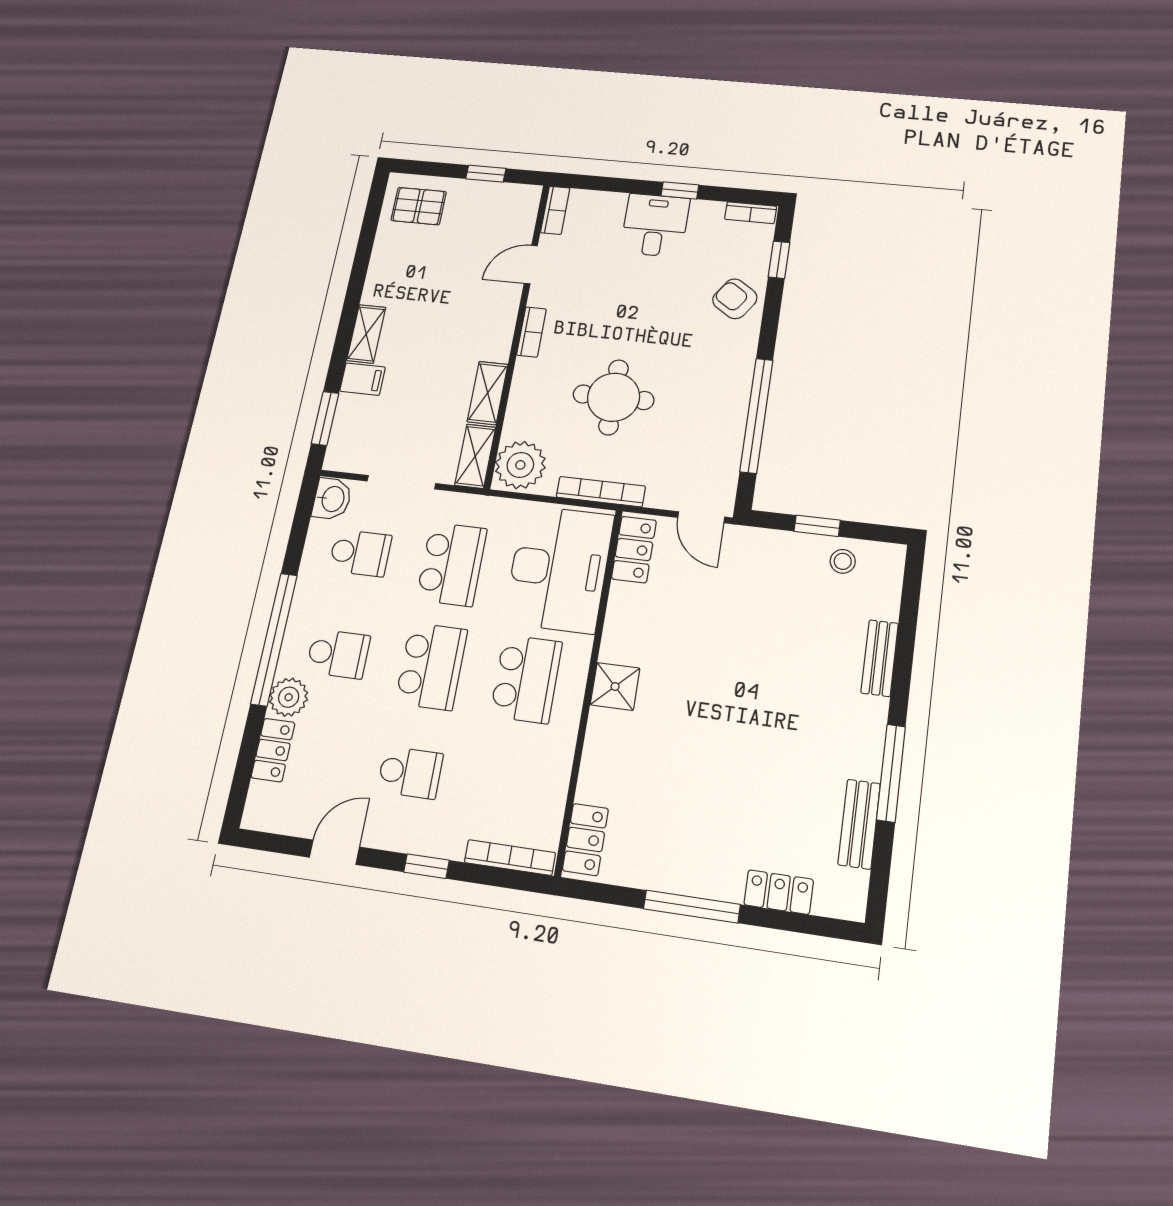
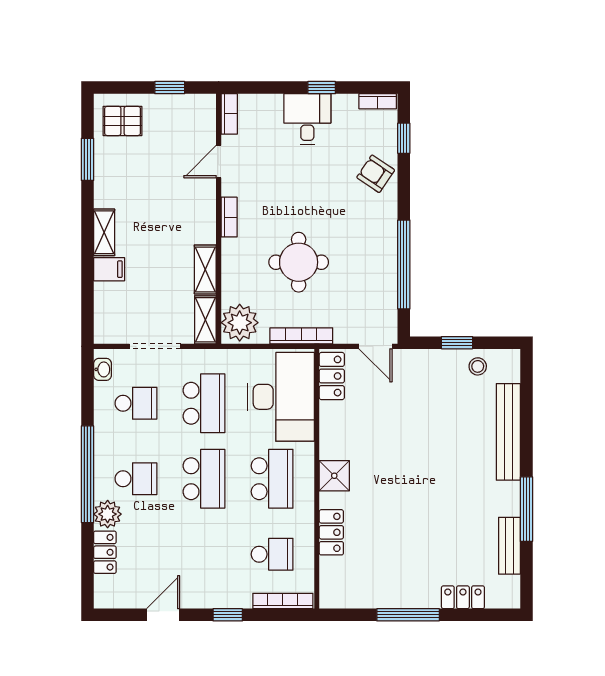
window: (325, 418) -> (87, 159), moved
washbasin: (332, 499) -> (103, 369), width x0.72, depth x0.69
bench: (880, 658) -> (508, 432), width x1.86, depth x1.21
school desk: (410, 773) -> (272, 554), moved
locker: (585, 839) -> (331, 532), moved

